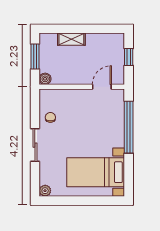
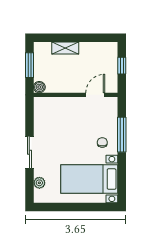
chair: (50, 117) -> (102, 143), moved
window: (129, 127) -> (122, 135), width x0.68
plant: (45, 191) -> (39, 183), moved

